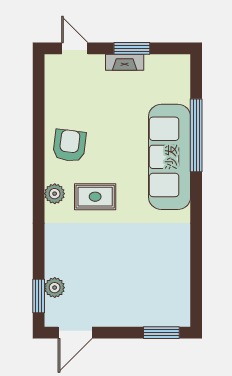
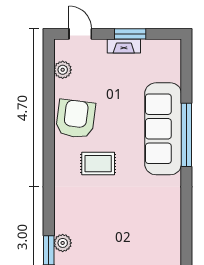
window: (196, 135) -> (186, 135), moved
armchair: (69, 146) -> (76, 119), width x1.36, depth x1.36
plant: (55, 194) -> (63, 70), moved

